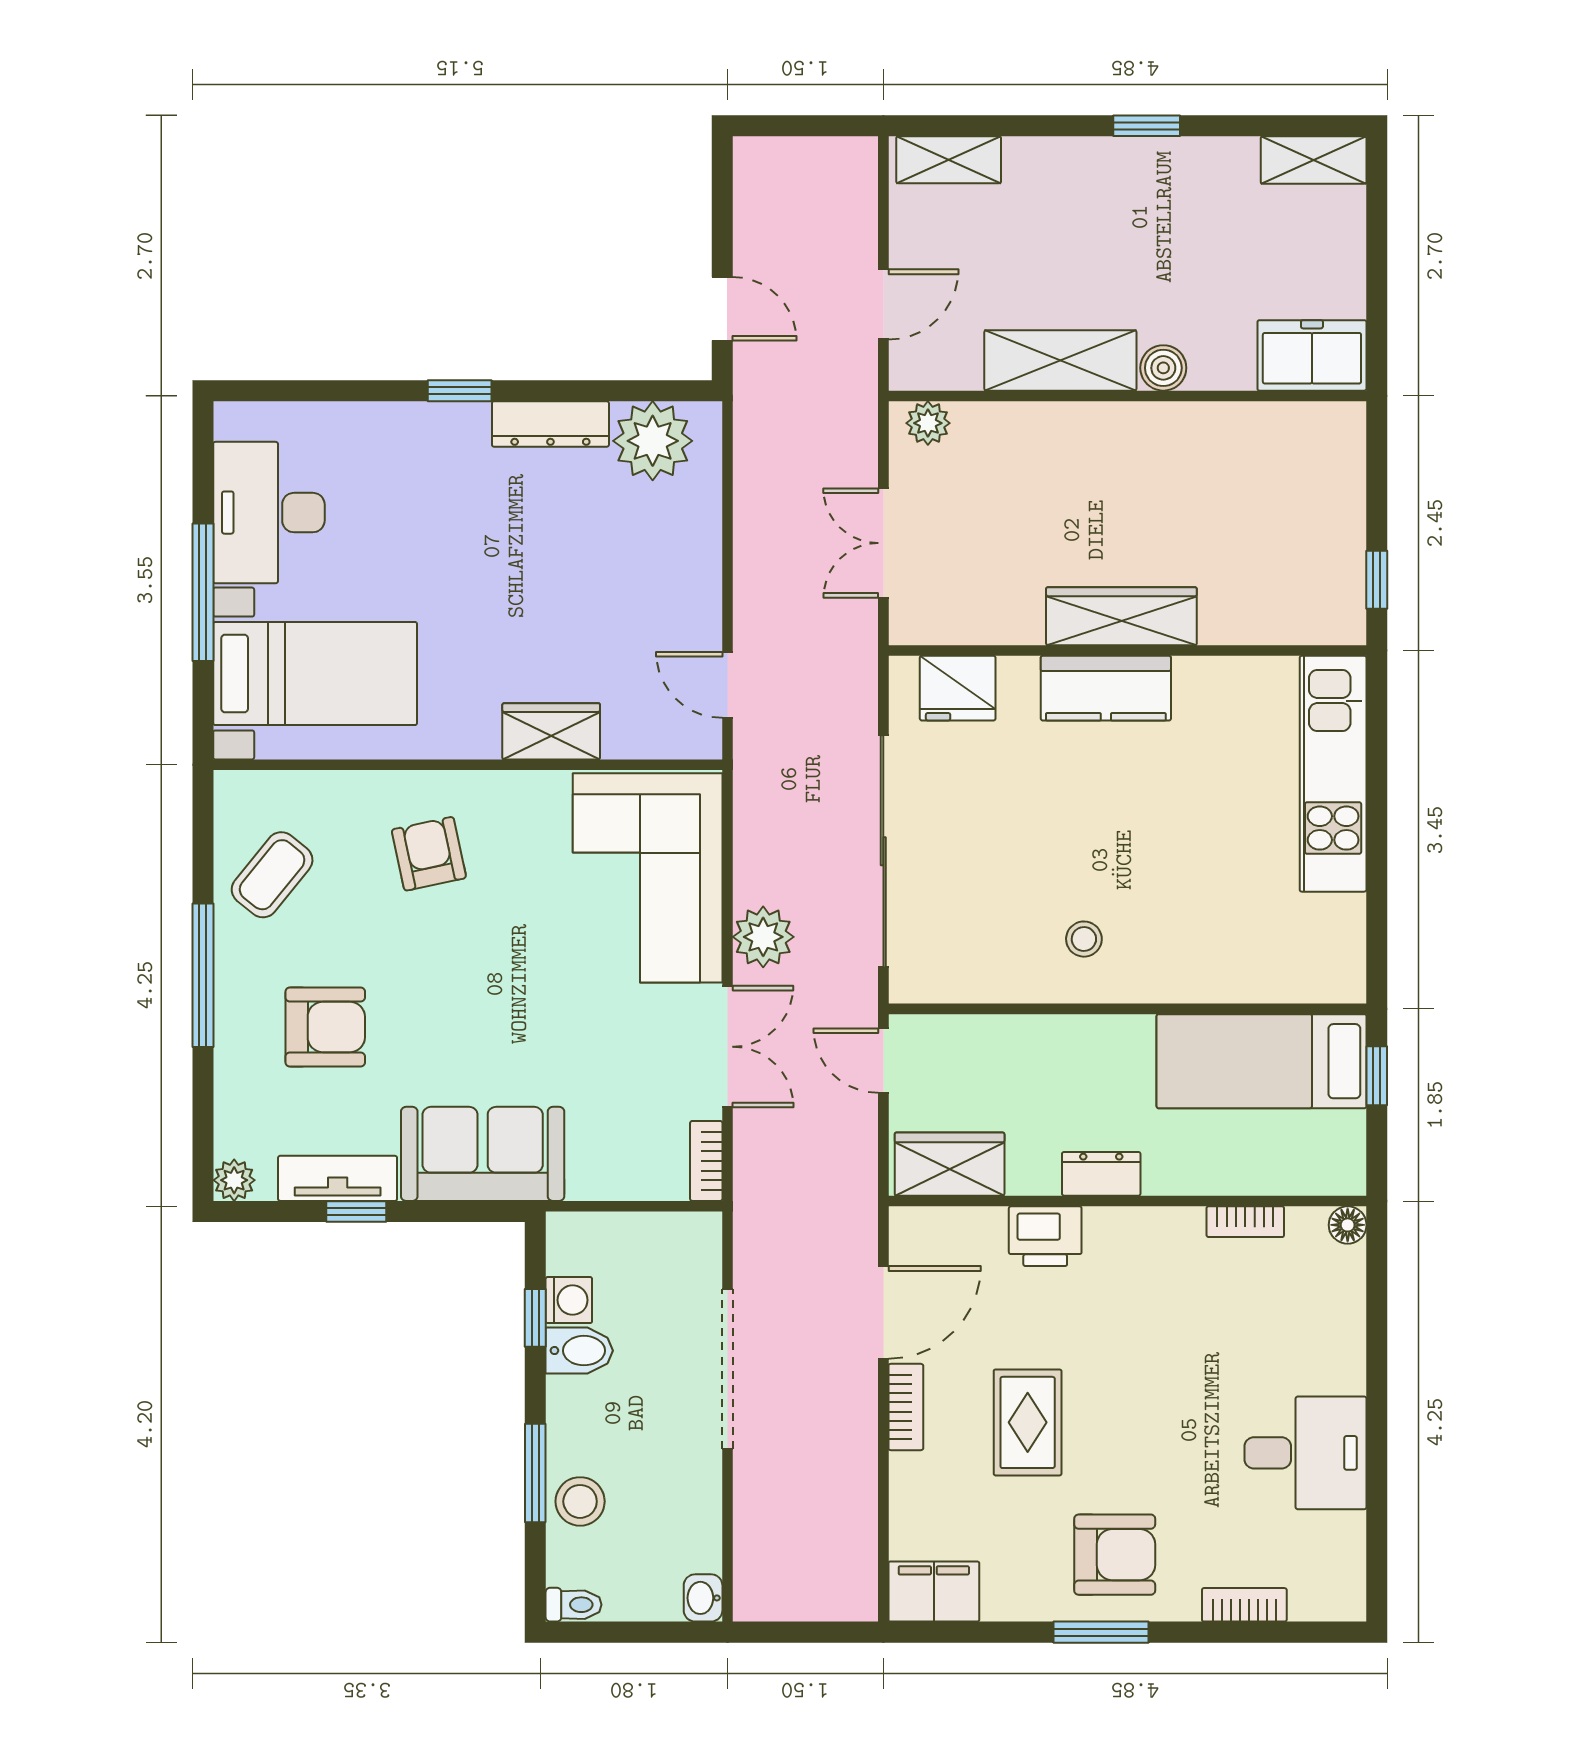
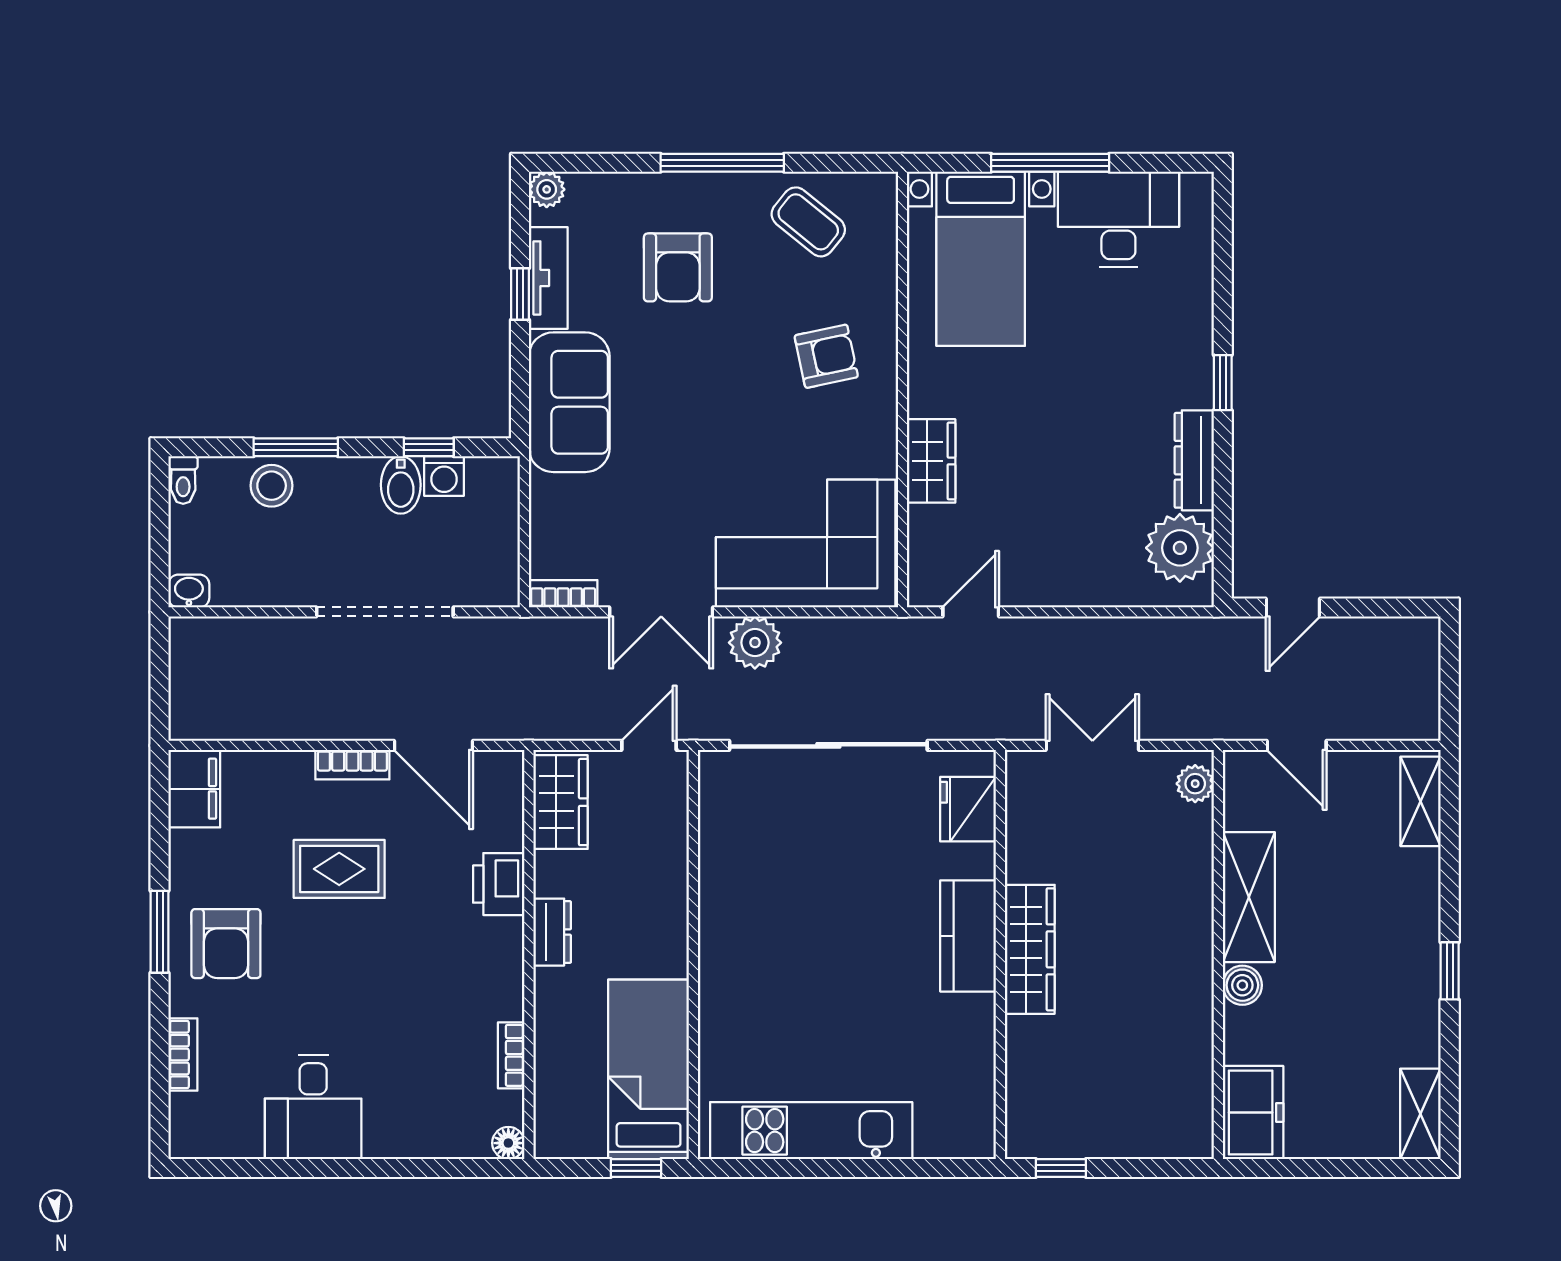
kitchen unit: (1333, 774) -> (811, 1131), moved
stool: (1084, 939) -> (753, 917), removed

